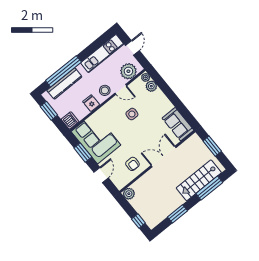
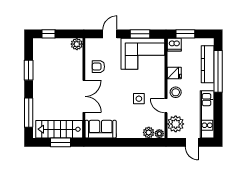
door: (121, 89) -> (166, 106), hinge flipped
window: (49, 111) -> (185, 34), moved
door: (101, 175) -> (110, 34), swing flipped
stairs: (199, 180) -> (59, 129), moved, turned -90

